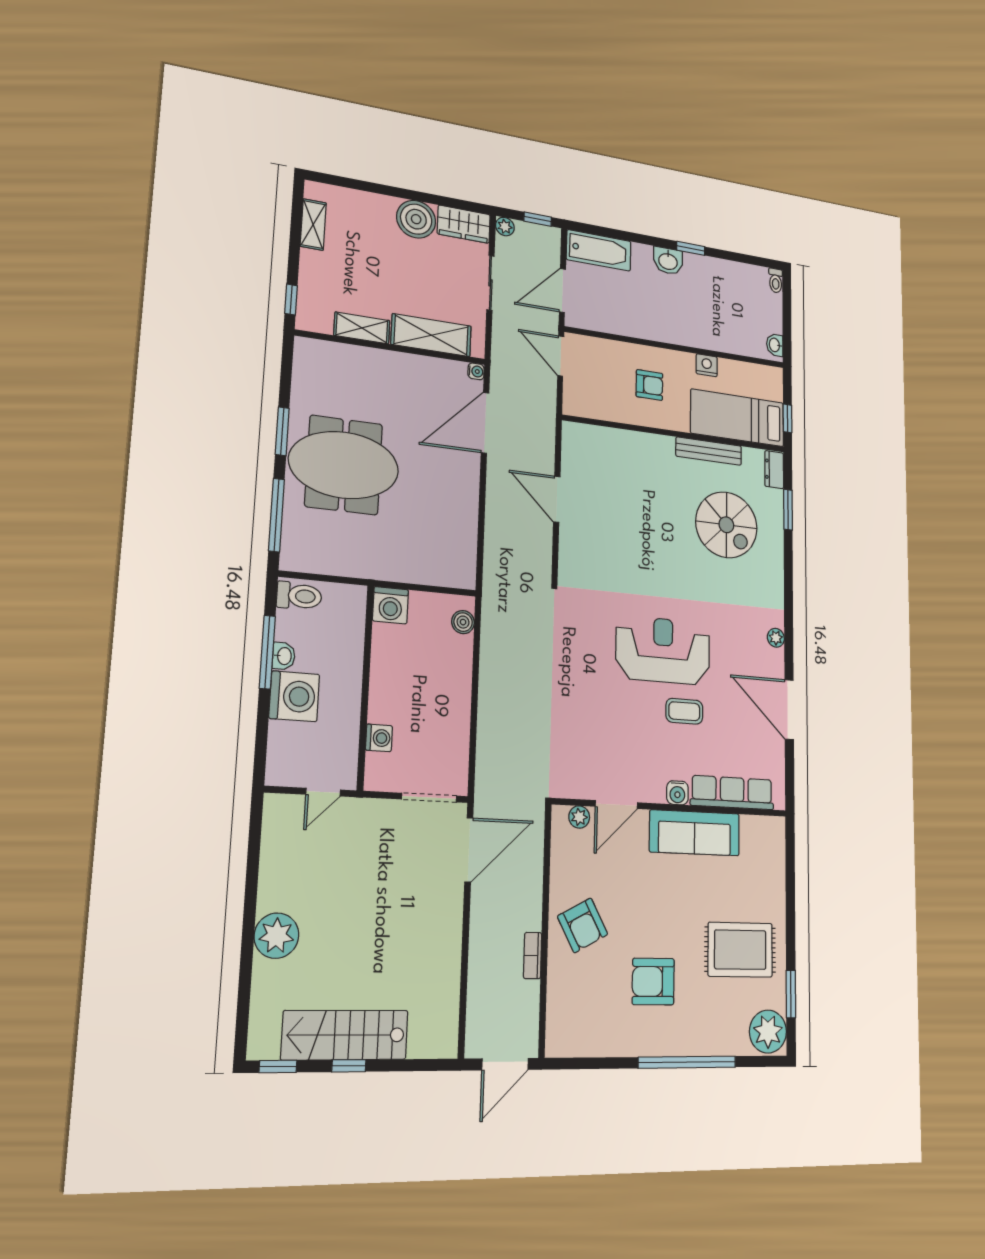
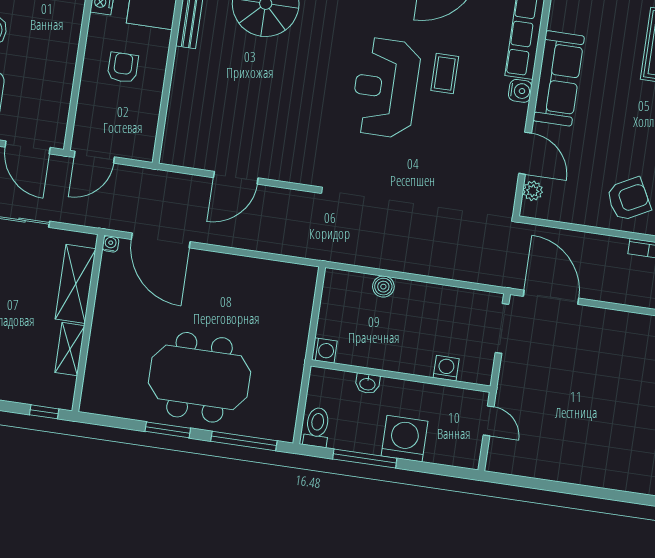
meeting table: (344, 465) -> (199, 377), turned 90
washing machine: (390, 605) -> (324, 350), width x0.73, depth x0.73
boiler: (463, 622) -> (383, 287), moved
washbasin: (284, 656) -> (367, 384), moved, turned 180
plant: (276, 936) -> (603, 470), removed

